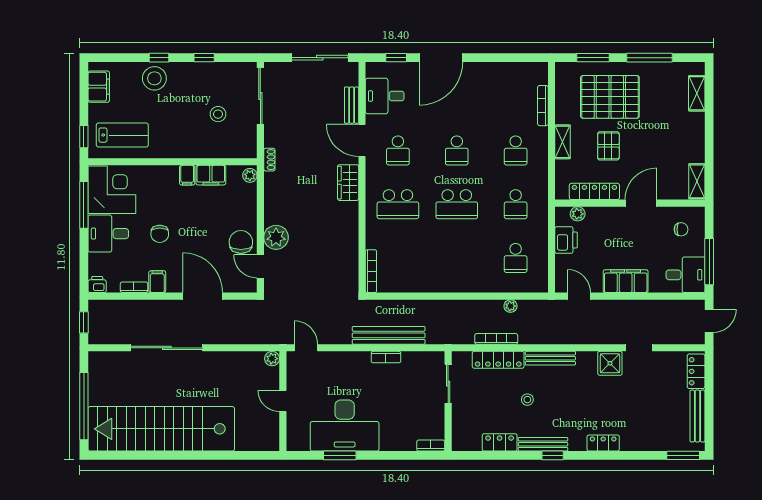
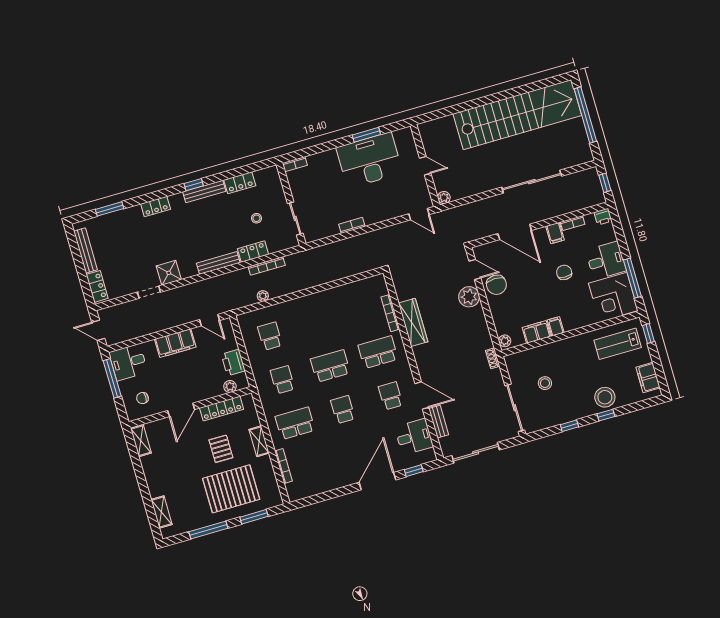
school desk: (516, 150) -> (295, 423), width x1.85
wardrobe: (348, 183) -> (413, 322), moved, width x1.50
bookcase: (371, 271) -> (390, 313), moved
door: (709, 321) -> (98, 330), hinge flipped
bench: (389, 335) -> (355, 244), removed
locker: (498, 360) -> (253, 252), width x0.66
stool: (527, 400) -> (257, 218), moved
window: (683, 455) -> (110, 209), moved

